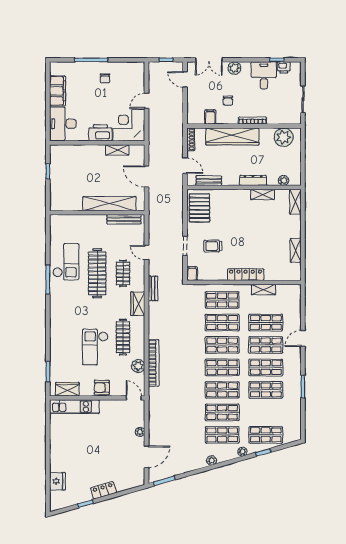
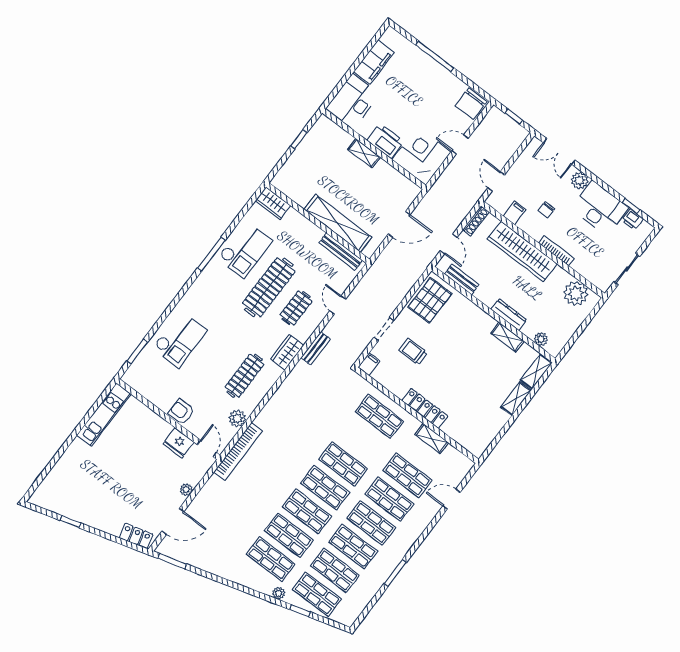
desk: (264, 75) -> (600, 208), width x1.37
chair: (105, 78) -> (471, 104), moved, width x1.87, depth x1.87
door: (185, 80) -> (496, 181), moved
shelving: (117, 150) -> (364, 153), moved
door: (147, 177) -> (399, 224), swing flipped
shelving: (296, 250) -> (516, 399), moved
shop shelf: (222, 323) -> (335, 570), moved
door: (303, 338) -> (451, 499), moved
checkout: (95, 347) -> (180, 339), moved, turned 180
bookcase: (154, 363) -> (238, 451), moved
wardrobe: (67, 389) -> (273, 203), moved, turned 180
kitchen unit: (74, 407) -> (104, 415), moved, turned -90
plant: (211, 460) -> (239, 577), removed
fridge: (57, 481) -> (179, 443), moved, turned 90
locker: (103, 490) -> (136, 536), moved

